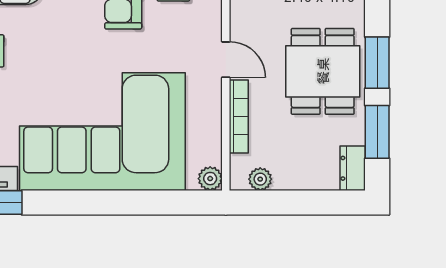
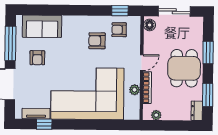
door: (226, 60) -> (142, 63), hinge flipped
window: (377, 63) -> (208, 53), moved
plant: (210, 179) -> (135, 90), moved

